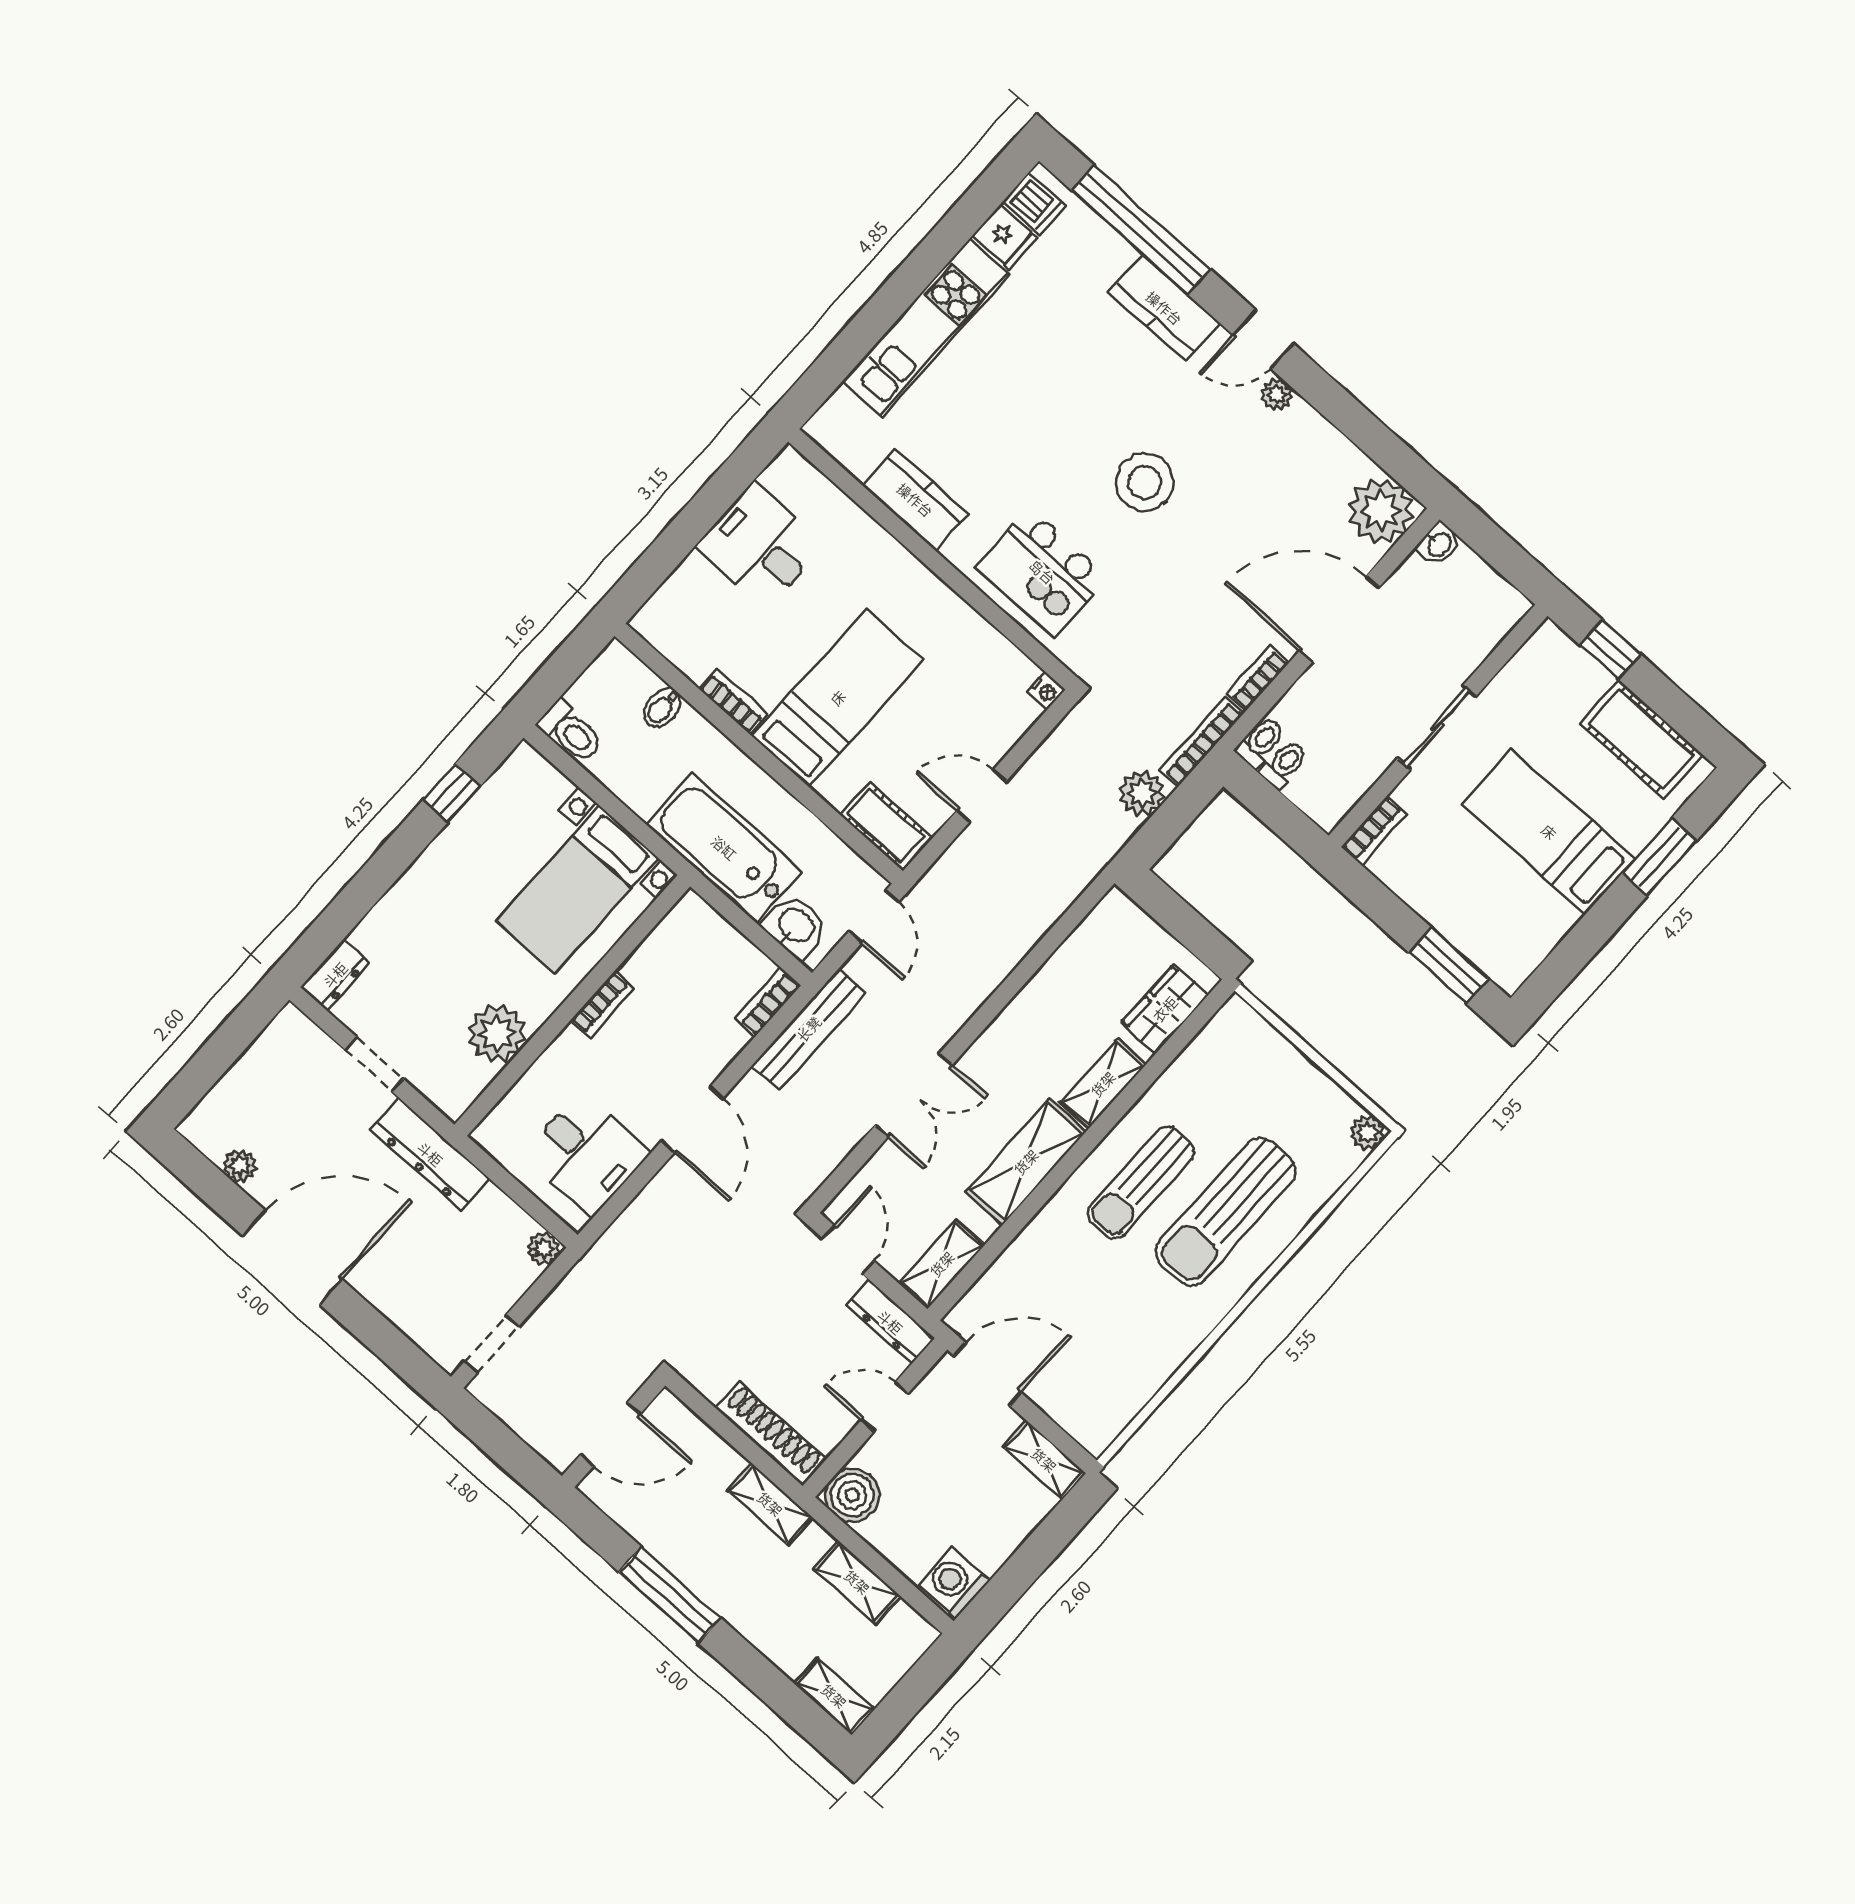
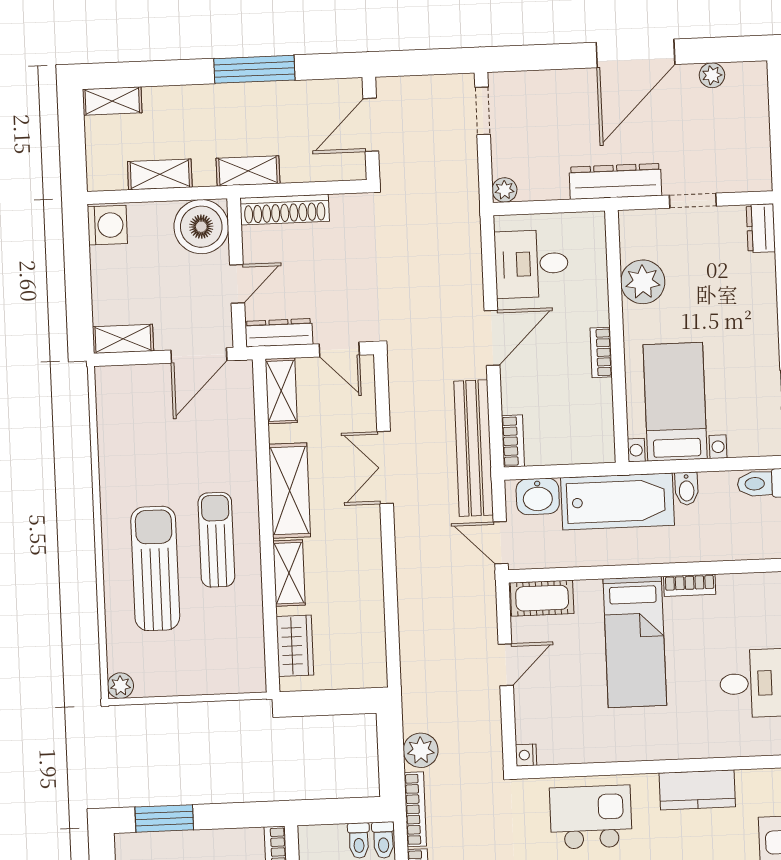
bidet: (662, 708) -> (687, 489), moved, turned 180
bench: (809, 1029) -> (474, 448), width x1.37, depth x1.21
door: (692, 1119) -> (492, 338), swing flipped
boiler: (852, 1495) -> (201, 227), width x1.37, depth x1.37

